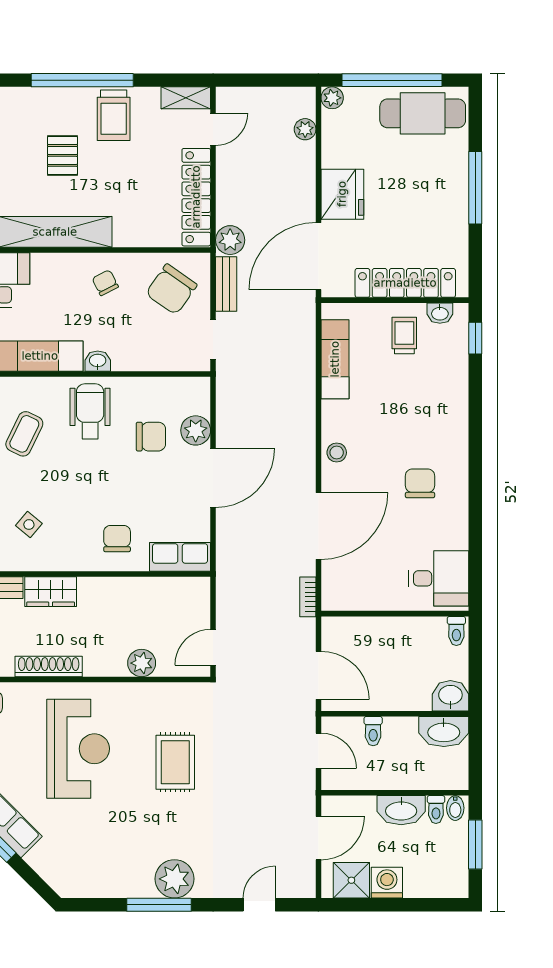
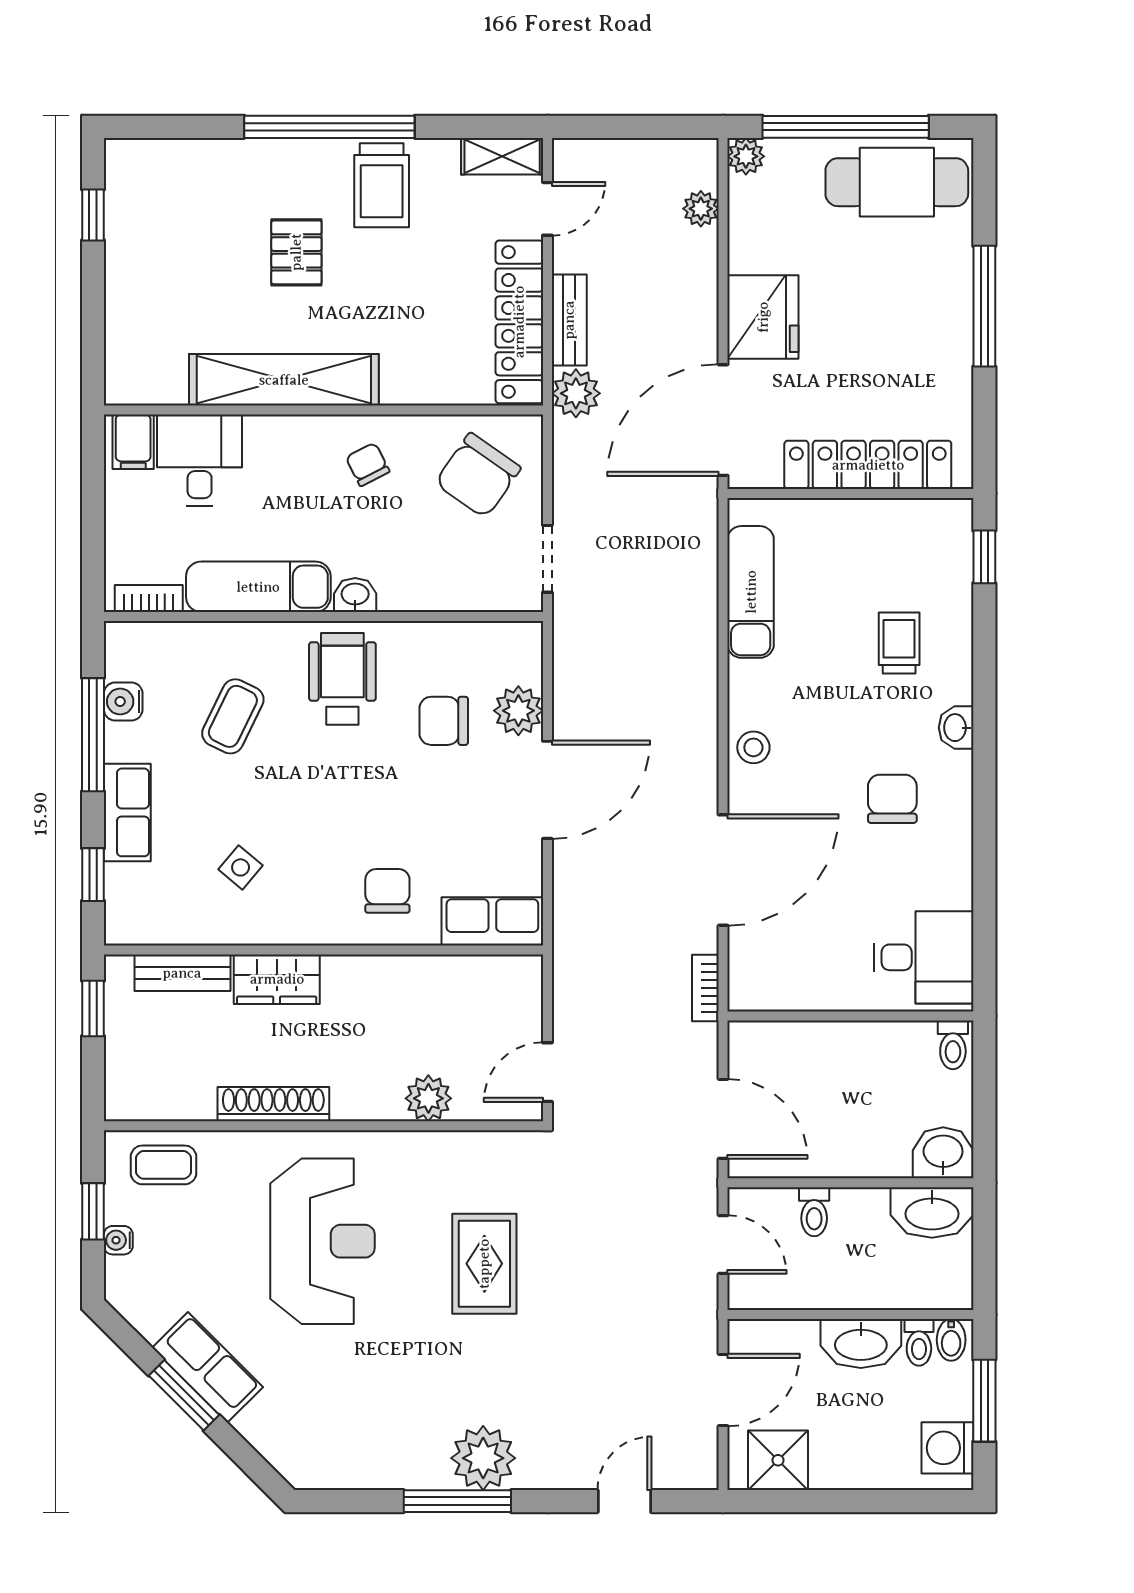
bench: (226, 284) -> (569, 320), moved
washbasin: (440, 313) -> (956, 728), moved, turned 90
trolley: (404, 336) -> (899, 643), moved
chair: (151, 437) -> (444, 721), turned 180
washing machine: (387, 883) -> (948, 1448), moved, turned -90

